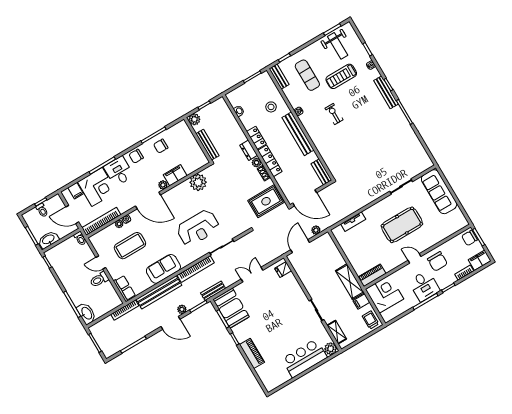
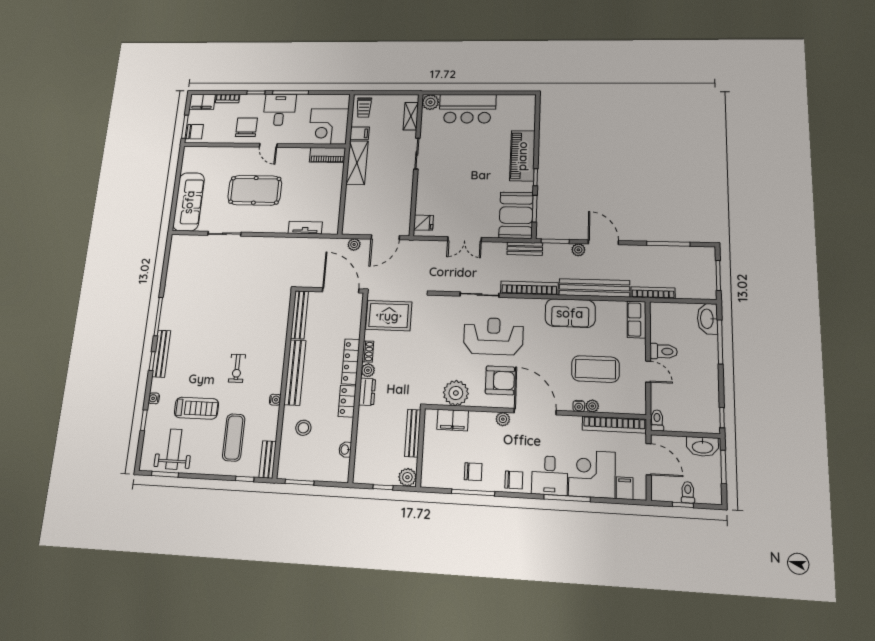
bench: (321, 172) -> (299, 315), width x1.36
filing cabinet: (175, 175) -> (453, 420), moved
armchair: (178, 205) -> (500, 380), added
piano: (252, 353) -> (522, 156), width x1.37, depth x1.33

